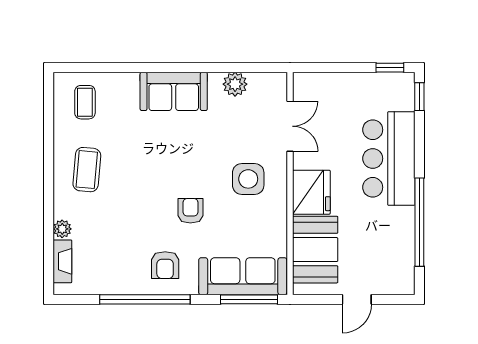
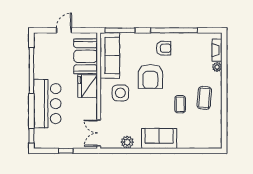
window: (390, 68) -> (66, 151), moved
coffee table: (85, 102) -> (180, 104), moved
double door: (290, 126) -> (99, 133), moved
armchair: (190, 211) -> (150, 76), width x1.88, depth x1.88
armchair: (165, 265) -> (164, 48), turned 90
sofa: (243, 276) -> (110, 55), moved, turned -90

